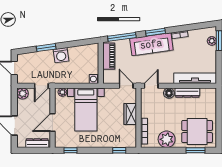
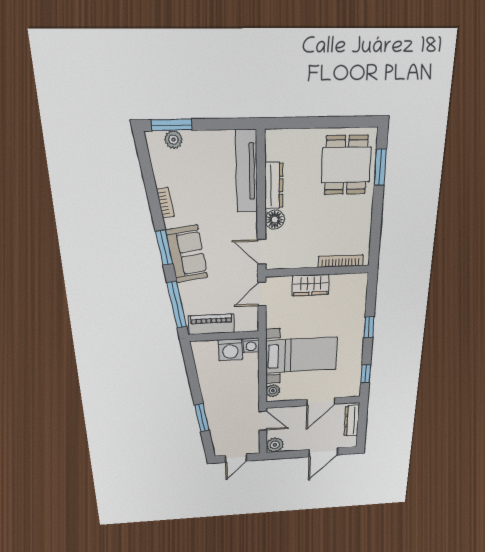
sofa: (151, 44) -> (187, 254), width x0.73
washing machine: (61, 55) -> (230, 350), moved, turned 98
door: (53, 123) -> (321, 402), hinge flipped
plant: (167, 139) -> (357, 221), removed
window: (119, 150) -> (369, 327), moved

